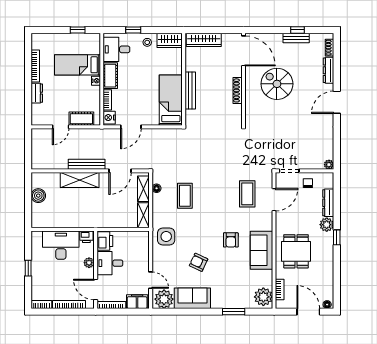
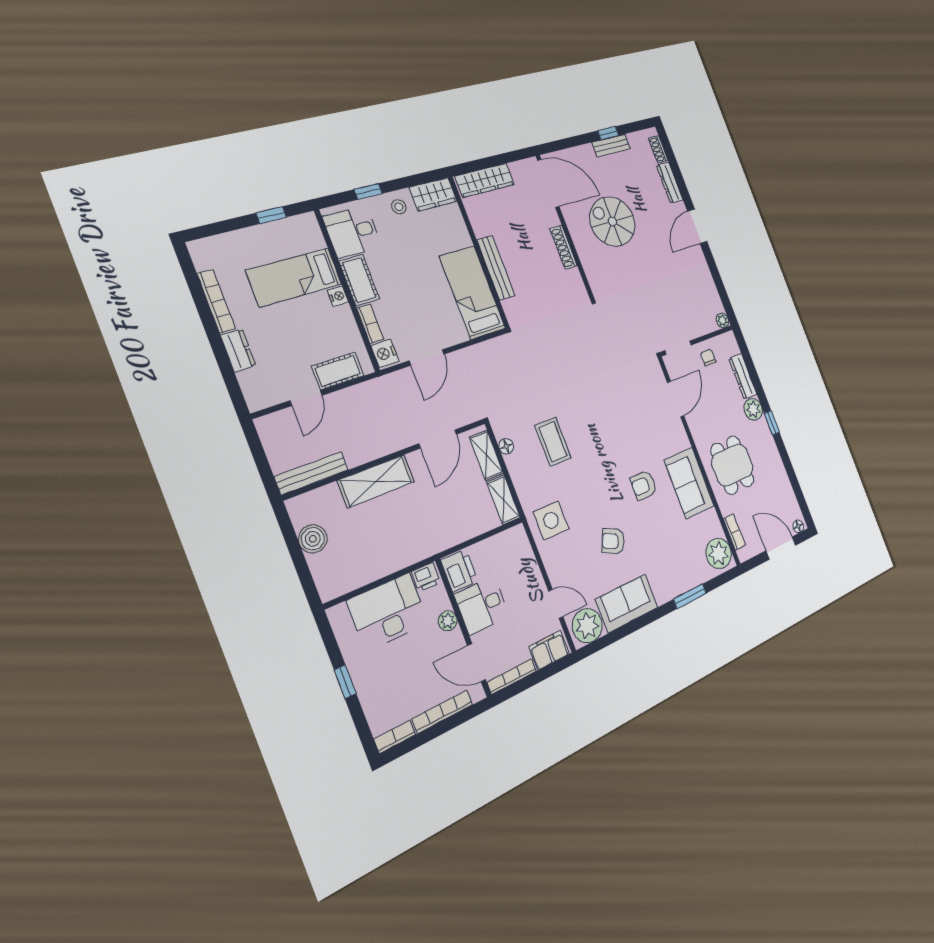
bench: (87, 164) -> (312, 473), moved
coffee table: (247, 194) -> (638, 404), removed
armchair: (231, 240) -> (643, 485), turned 90

